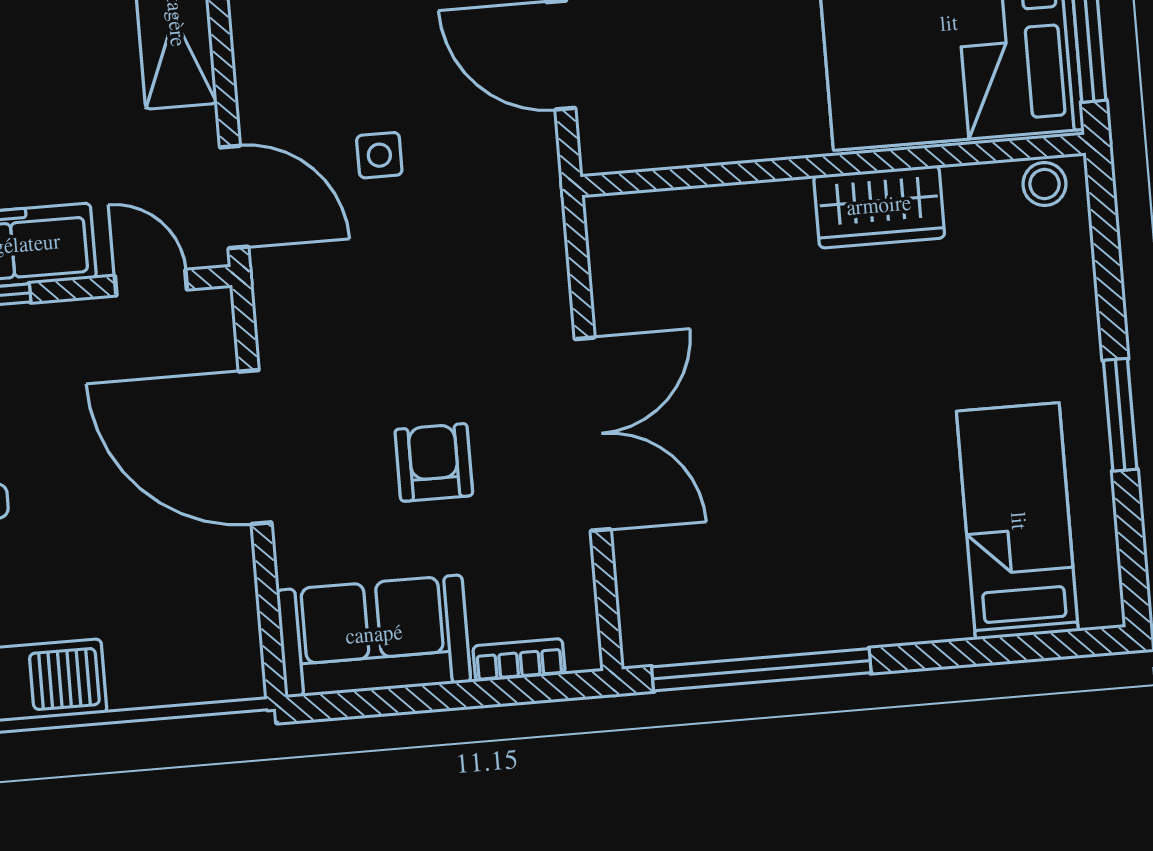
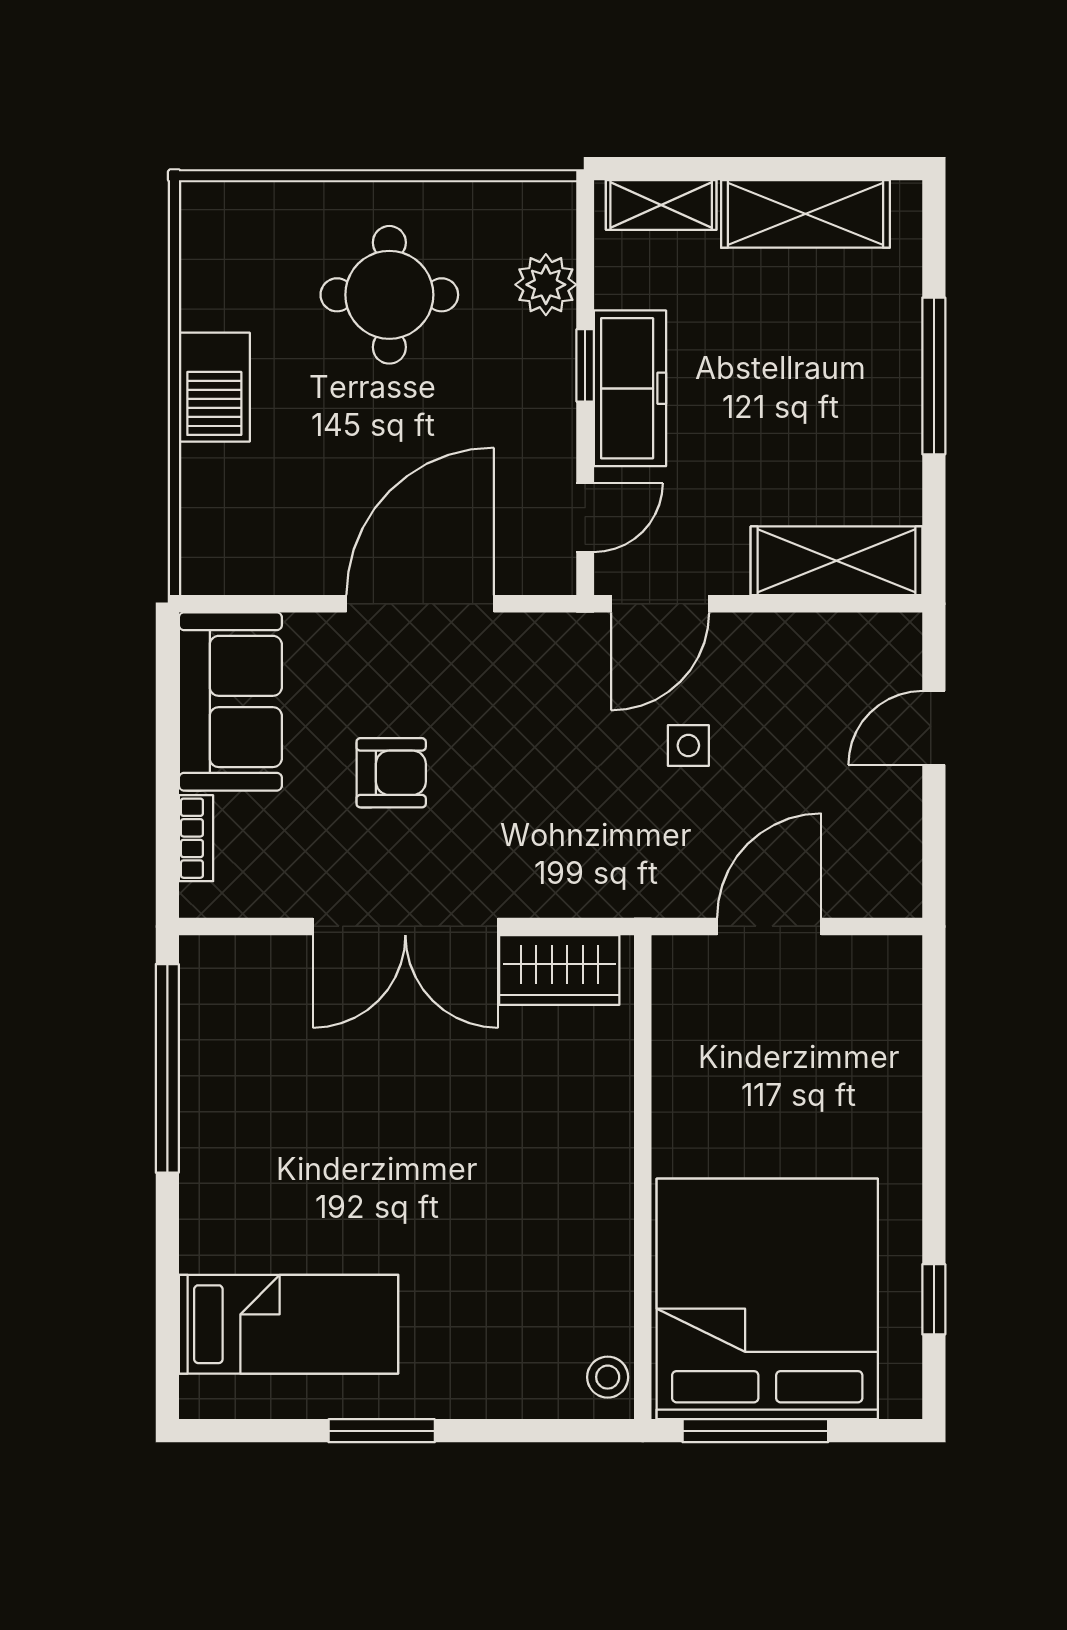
wardrobe: (879, 207) -> (559, 970), moved, turned -90

